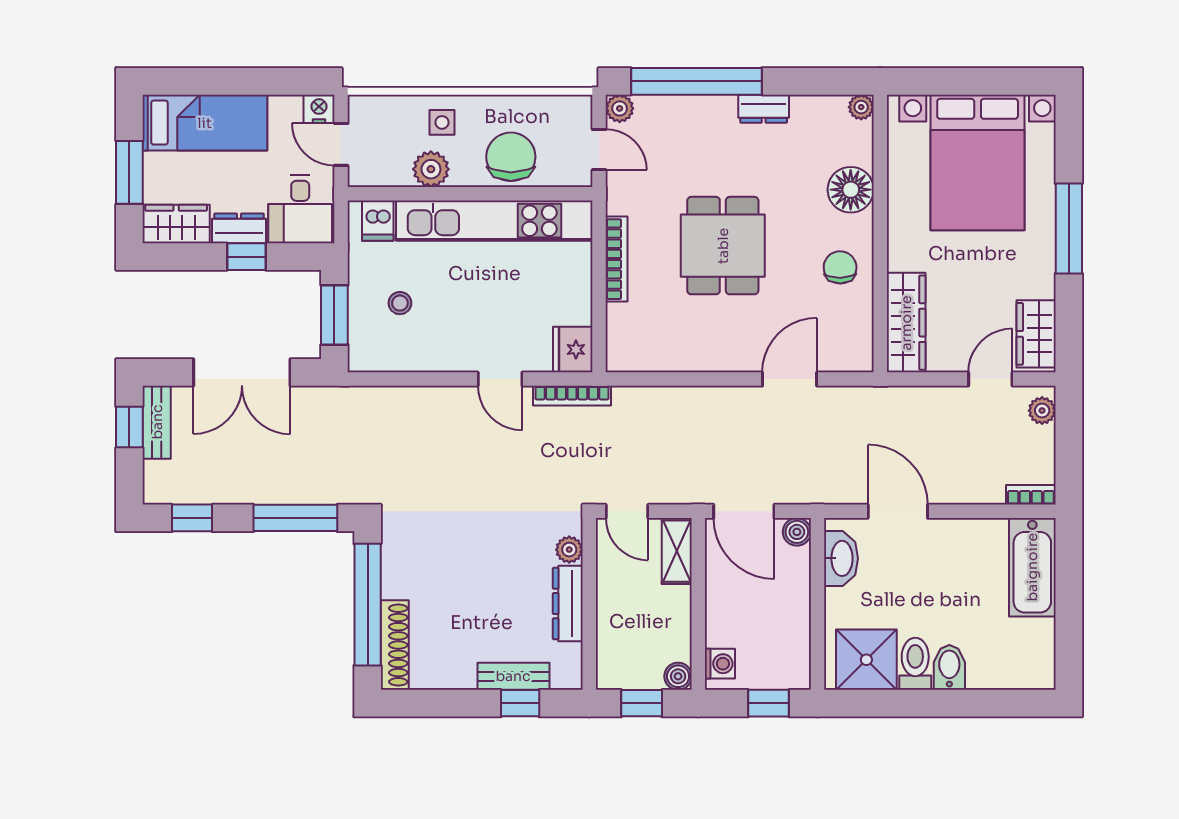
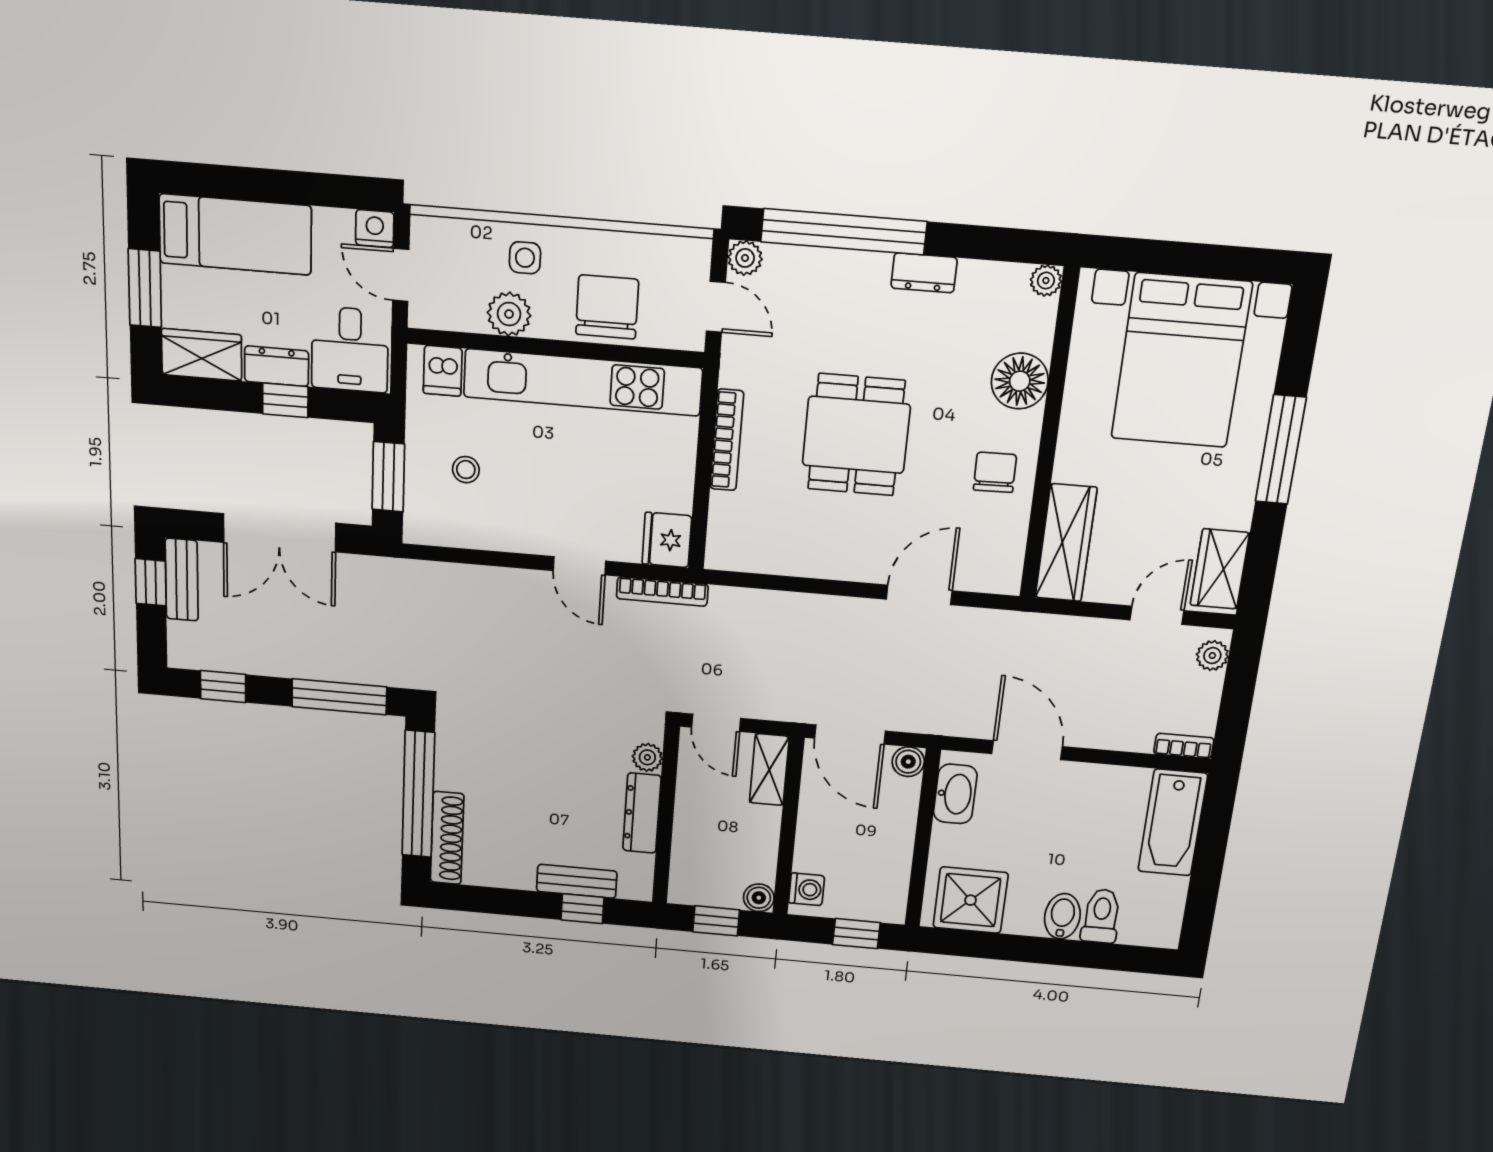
toilet: (915, 664) -> (1101, 916), moved

